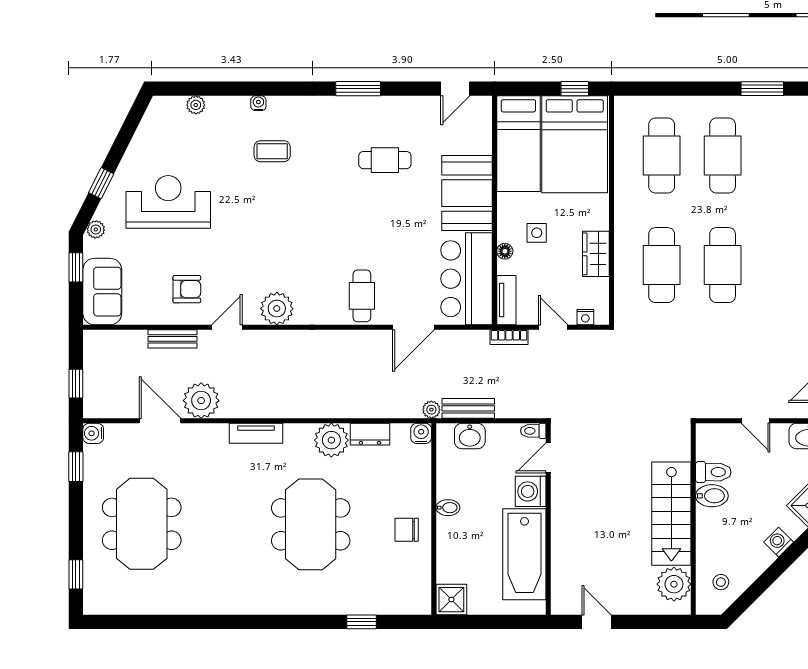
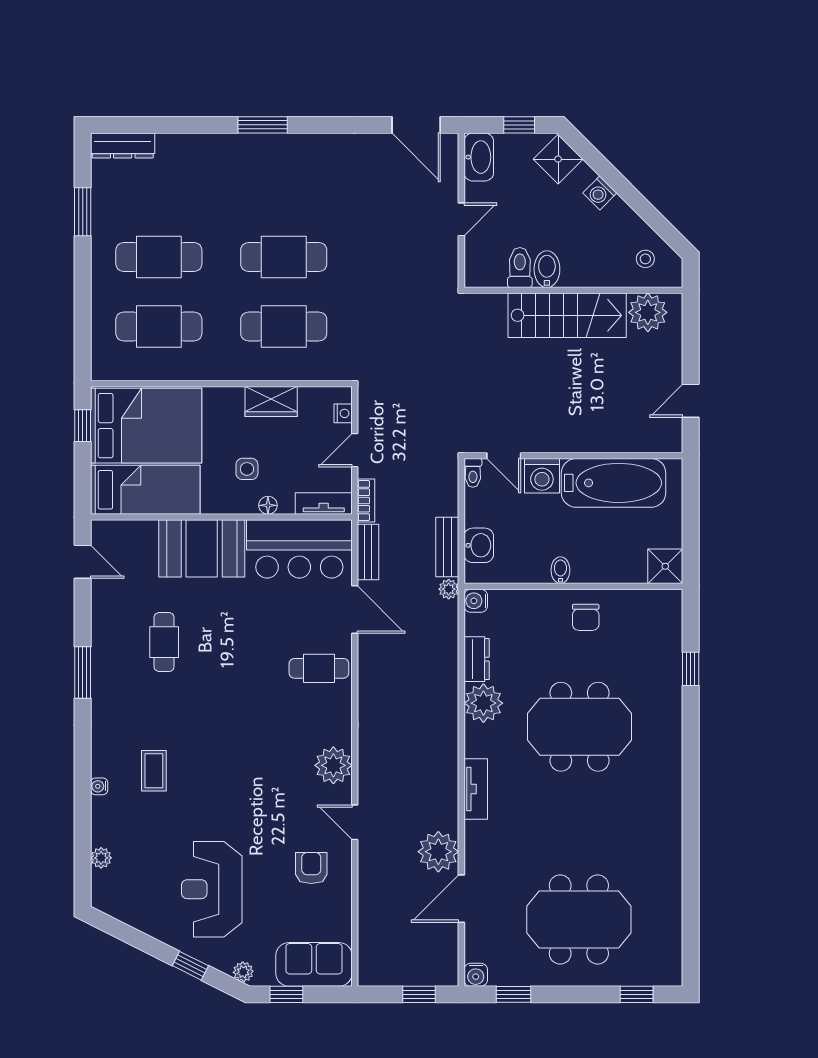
bench: (172, 339) -> (368, 552), moved

